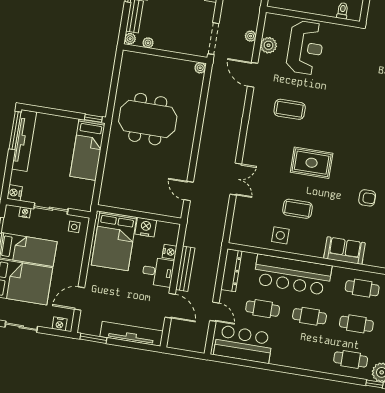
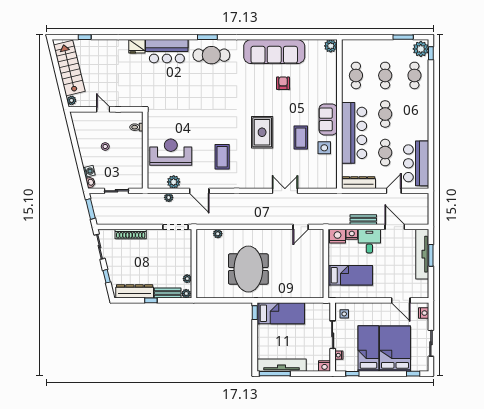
plant: (200, 68) -> (218, 234), moved
door: (253, 75) -> (199, 191), hinge flipped
nightstand: (146, 227) -> (337, 236), moved, turned 90
bed: (114, 241) -> (350, 275), width x0.67
sofa: (345, 251) -> (328, 119), moved
bench: (185, 269) -> (363, 220), width x0.73
door: (170, 306) -> (395, 227), hinge flipped
window: (93, 338) -> (431, 255), moved

